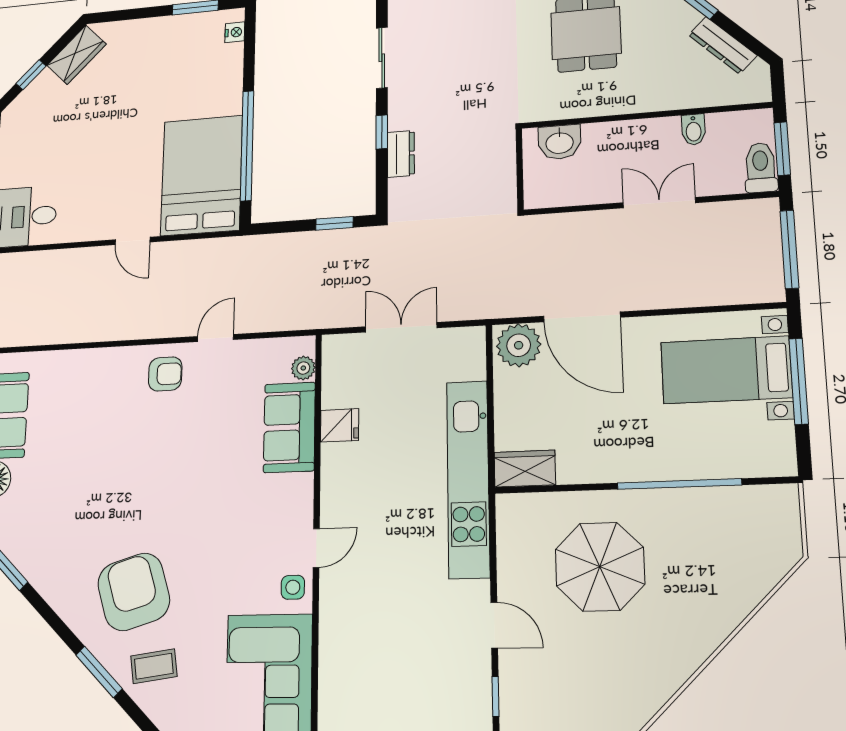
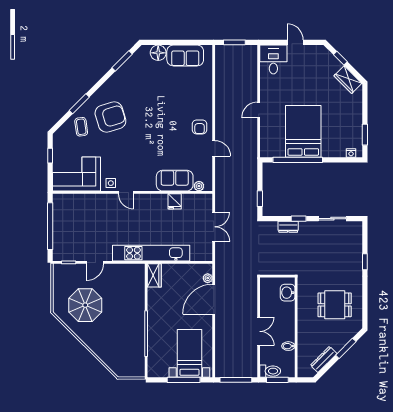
bed: (201, 175) -> (303, 131), moved, turned -90
plant: (519, 345) -> (208, 278), width x0.53, depth x0.53
parasol: (600, 567) -> (85, 305), moved

